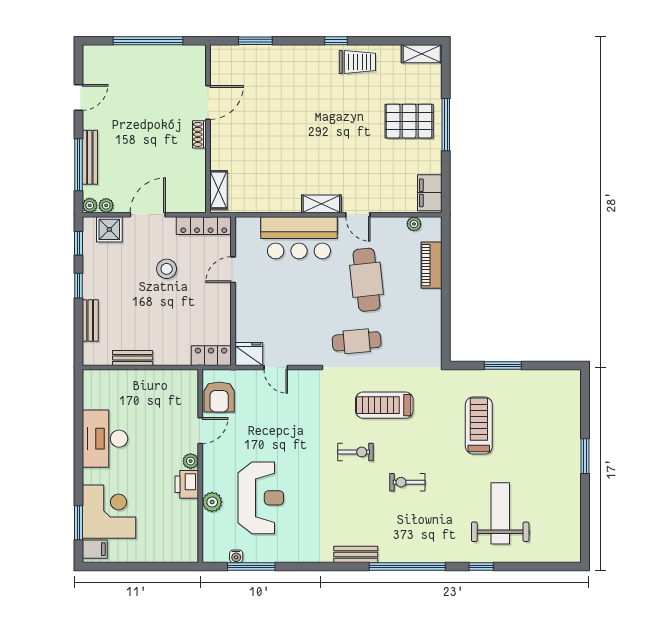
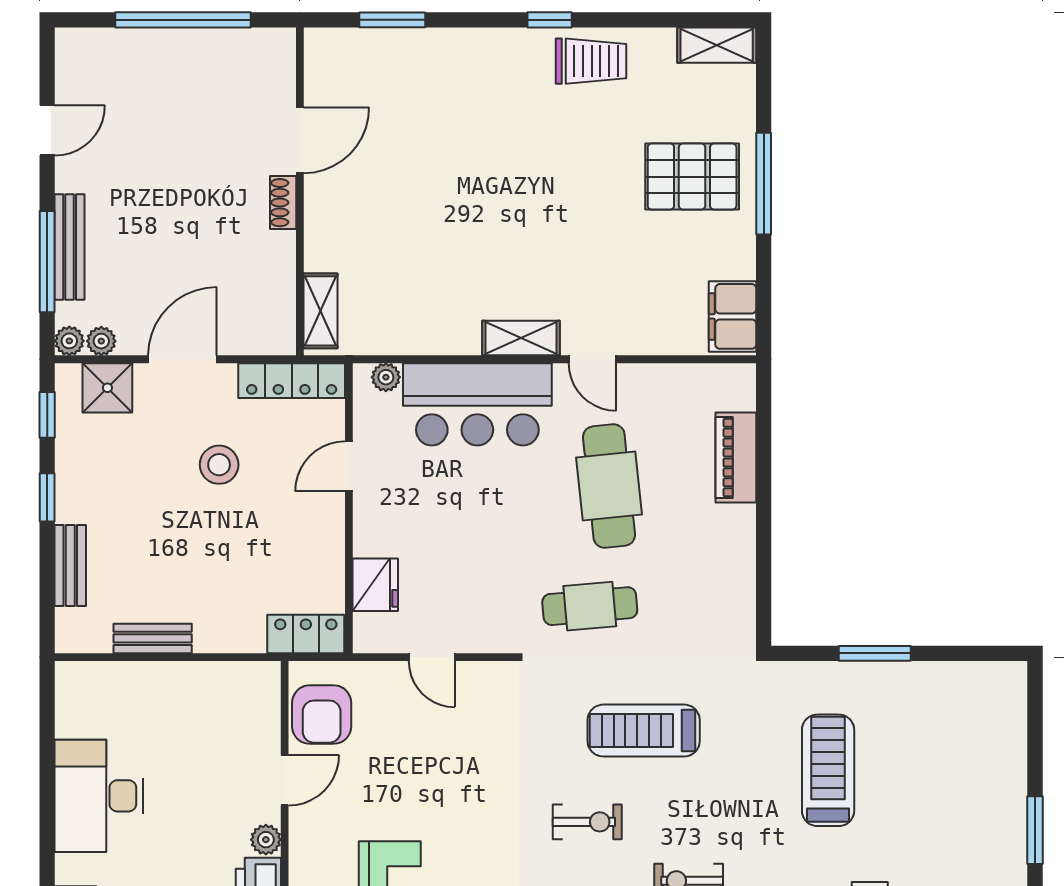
plant: (414, 224) -> (386, 377), moved
fridge: (249, 354) -> (375, 585), moved, turned 90

